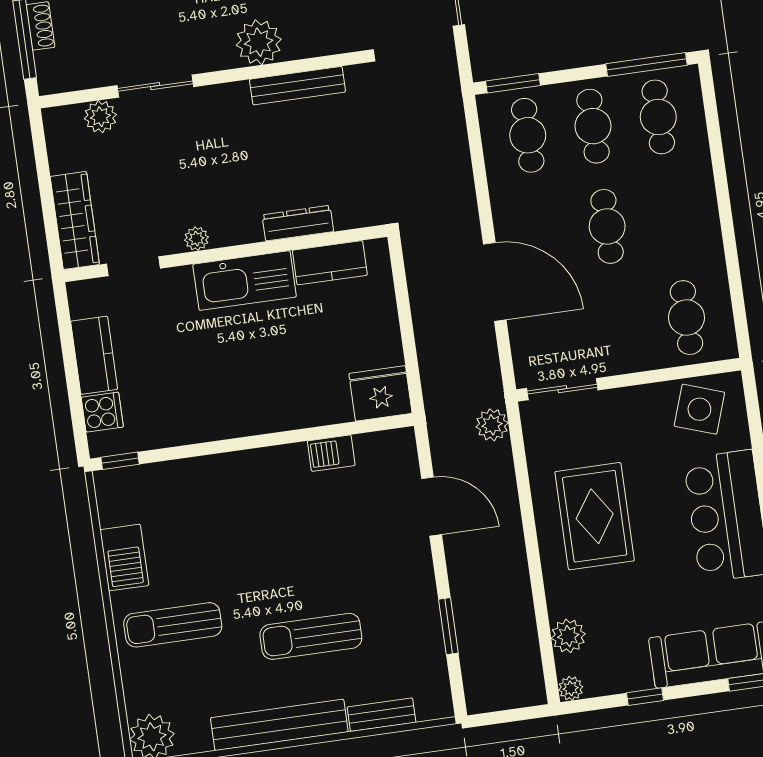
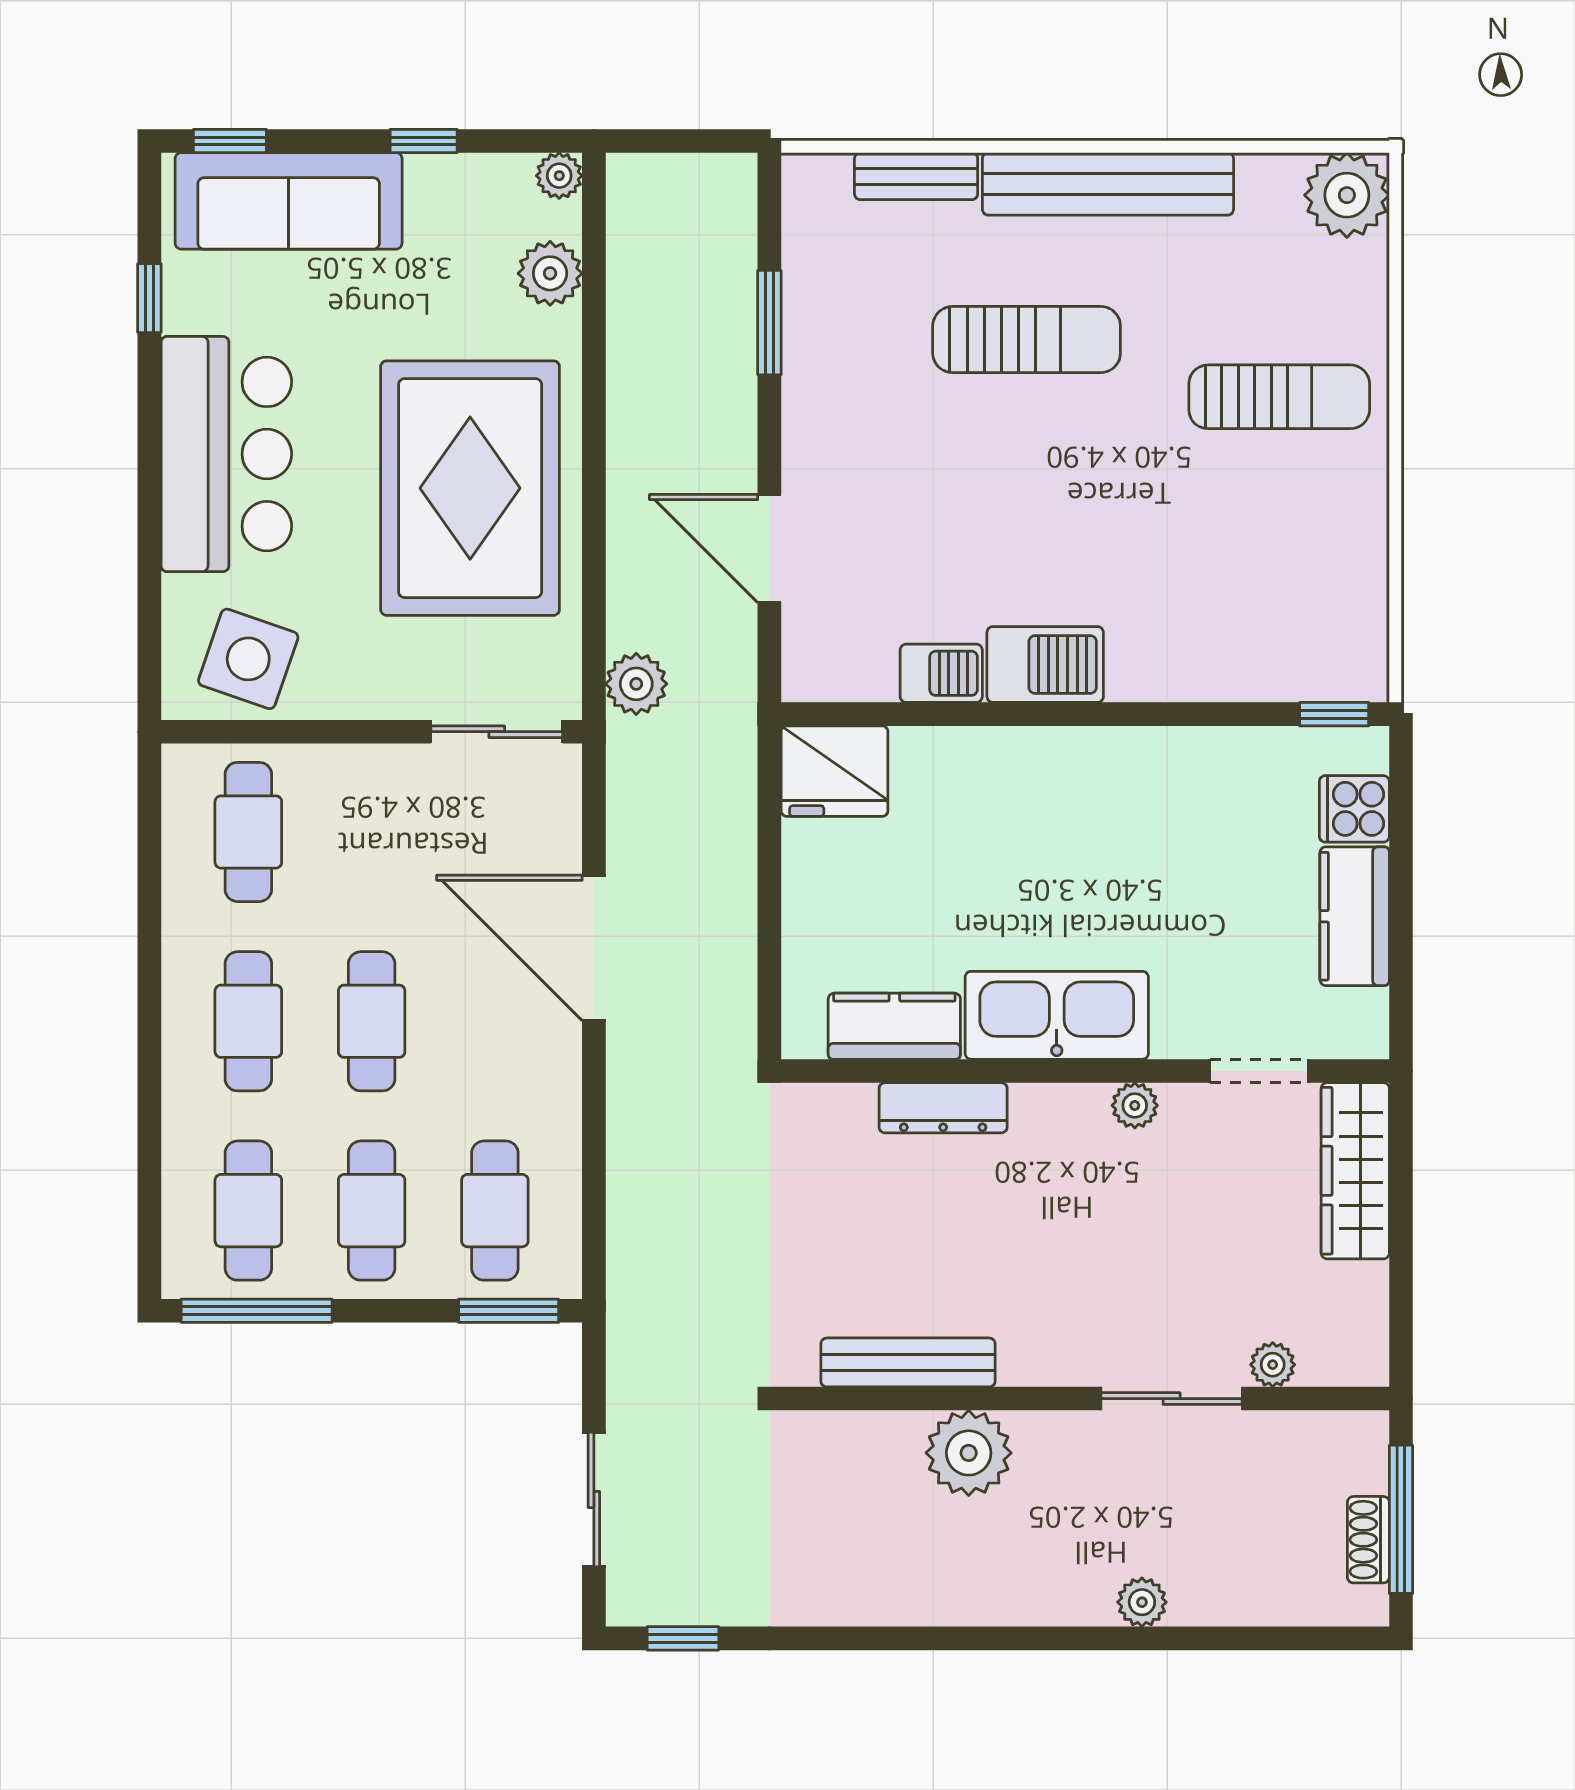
plant: (100, 117) -> (1273, 1365), width x0.73, depth x0.73
cafe table: (672, 217) -> (248, 1021), added
rug: (595, 516) -> (470, 488), width x1.37, depth x1.44
barbecue: (124, 558) -> (1045, 665), moved, turned 90

